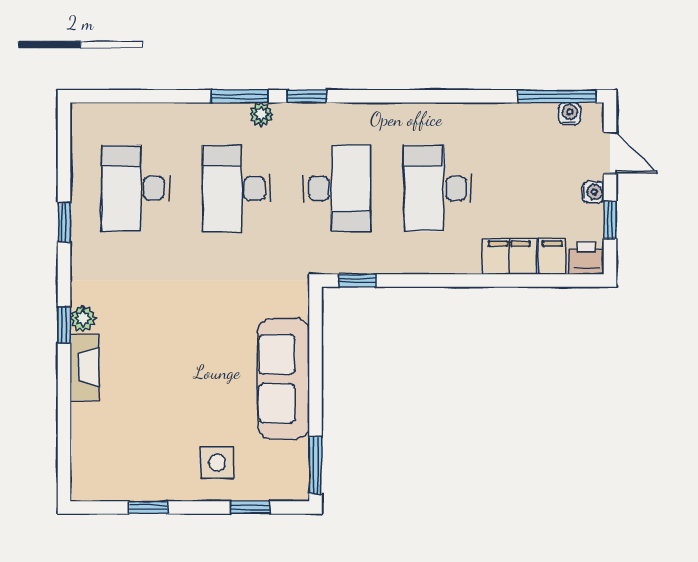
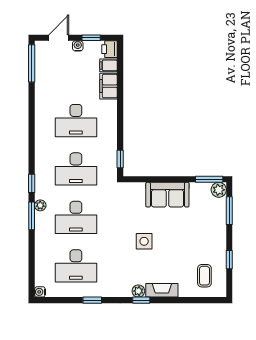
water cooler: (570, 114) -> (40, 292), moved
desk: (337, 188) -> (76, 169), turned 180
sofa: (283, 379) -> (167, 195), width x0.73
coffee table: (115, 456) -> (204, 276), added
side table: (217, 462) -> (144, 241), moved
plant: (294, 486) -> (219, 190), added
window: (250, 507) -> (229, 211), width x1.50

